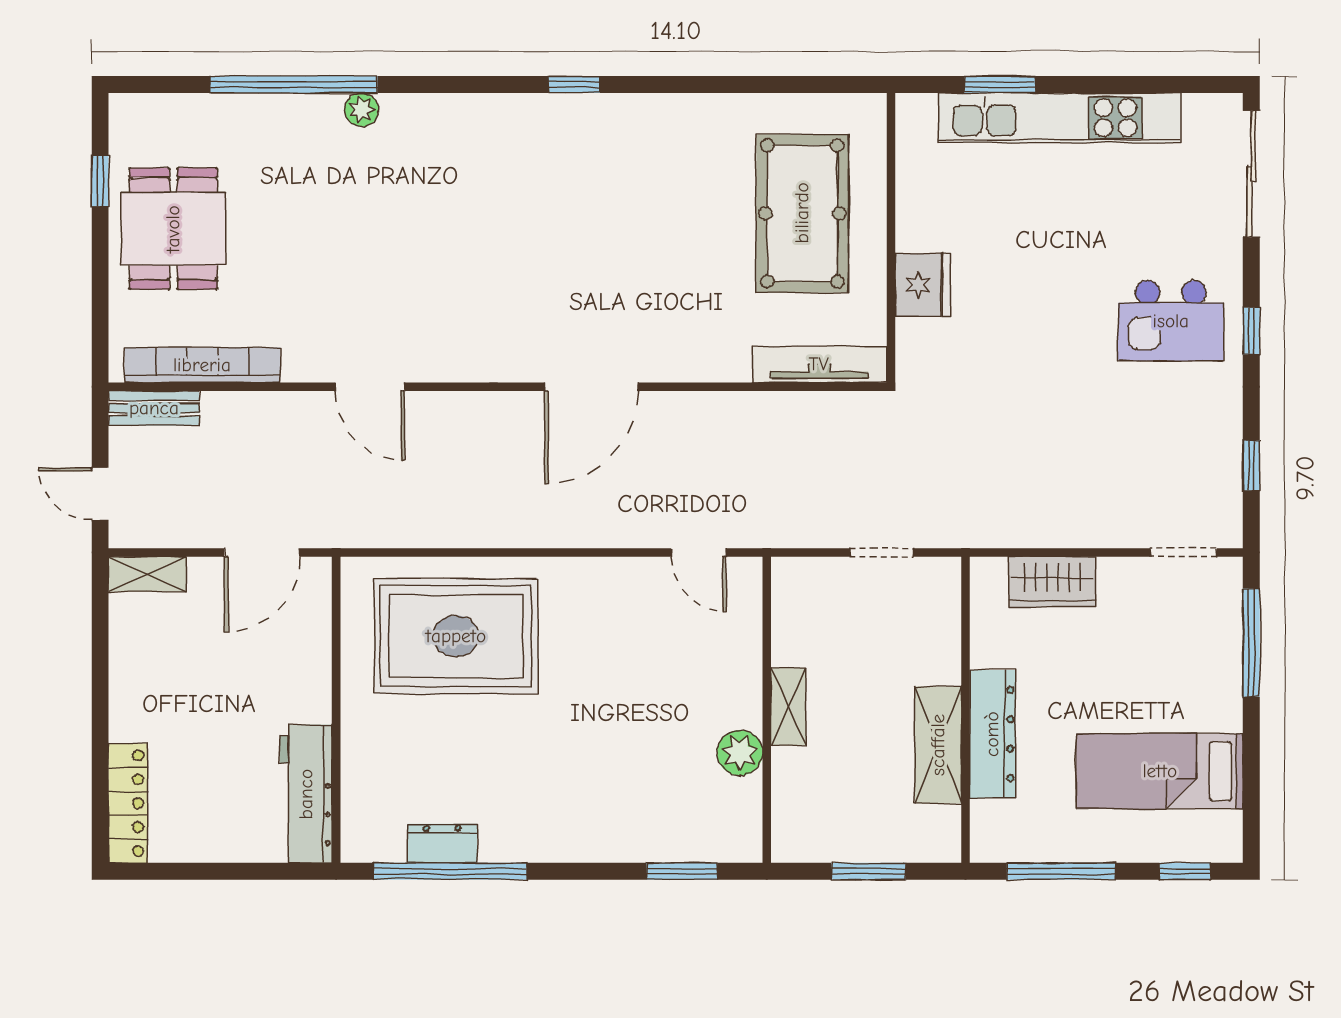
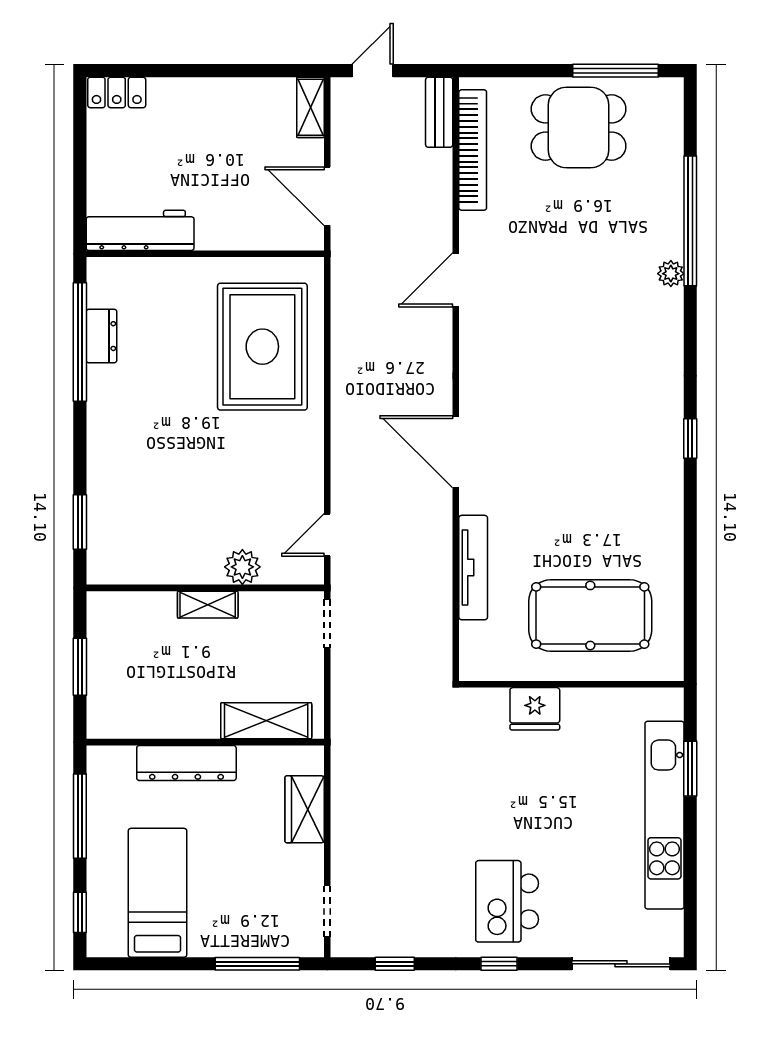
window: (100, 181) -> (615, 71), width x2.17
tv unit: (819, 364) -> (473, 568), moved
doorway: (881, 552) -> (327, 624), moved
shelving: (938, 745) -> (266, 721), moved
plant: (740, 753) -> (242, 567), moved
locker: (128, 803) -> (117, 92), width x0.66

